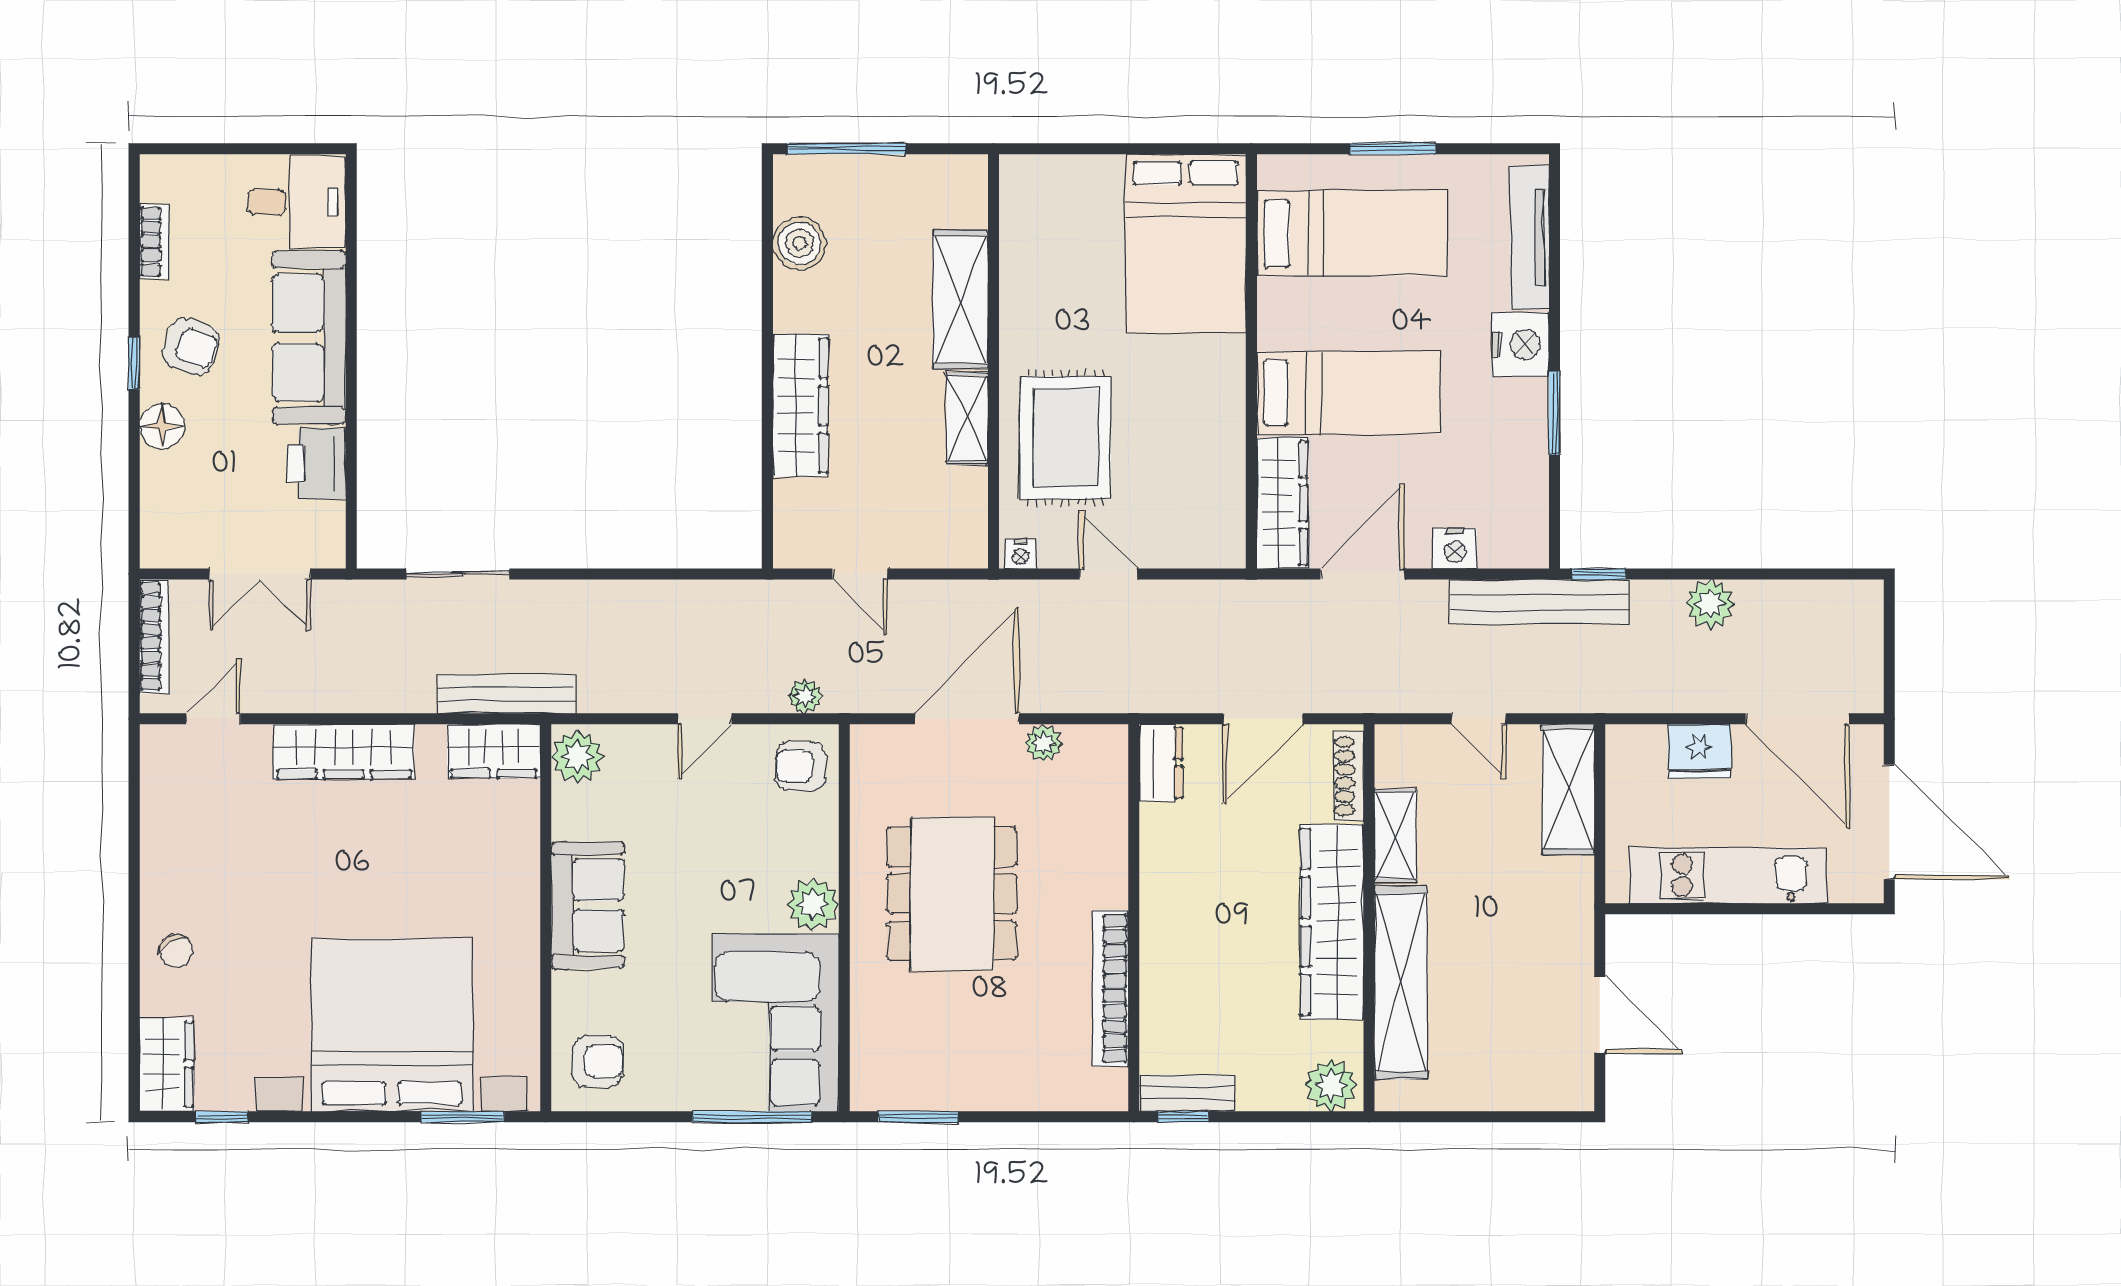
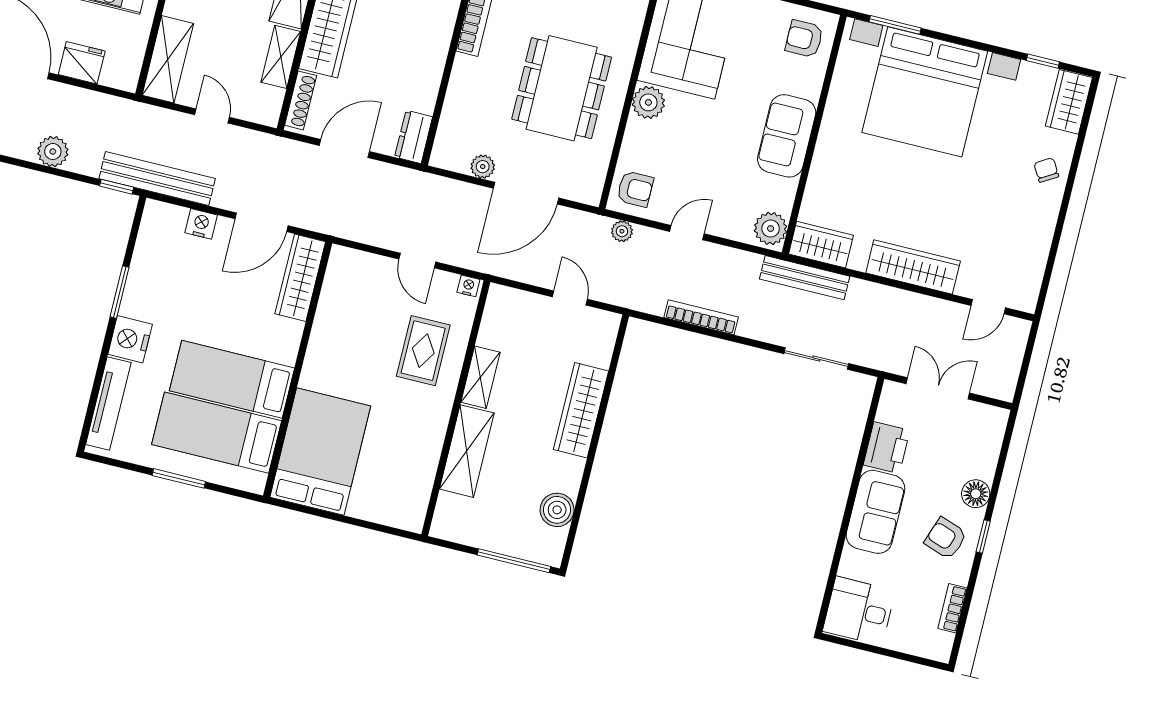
sofa: (309, 338) -> (876, 512), width x0.73
bed: (1349, 393) -> (232, 379), moved
rug: (1065, 438) -> (423, 351), width x0.73, depth x0.70
bookcase: (154, 636) -> (701, 317), moved, turned 90

